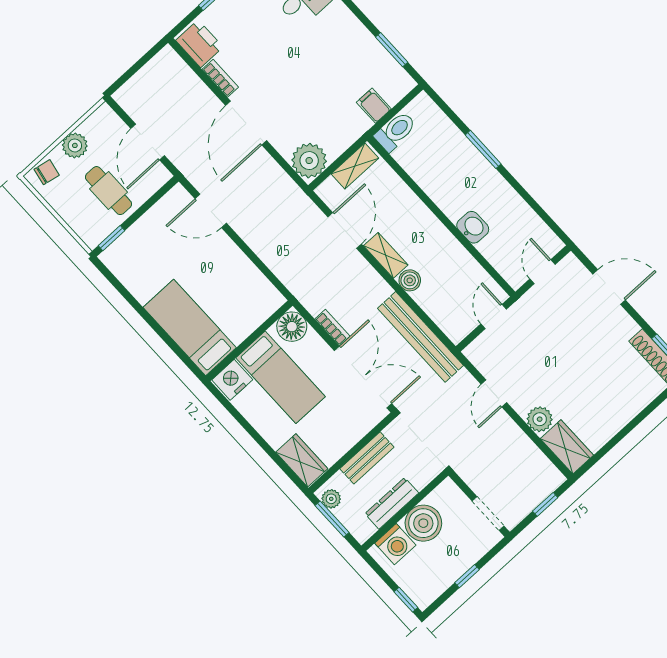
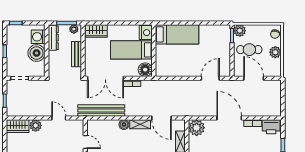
plant: (92, 233) -> (240, 31), added
dresser: (392, 503) -> (53, 38), moved

